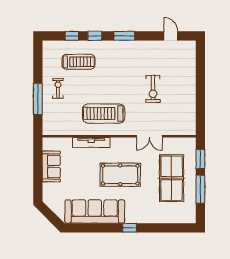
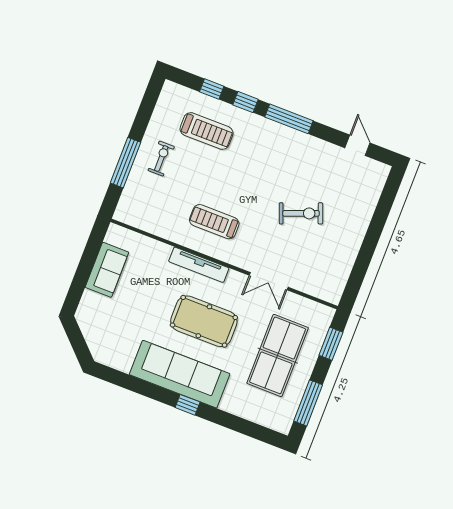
window: (124, 36) -> (289, 119), width x1.44
exercise bike: (153, 89) -> (301, 213), turned -111
treadmill: (104, 114) -> (214, 222), width x0.73, depth x0.73
tv unit: (91, 142) -> (199, 265), moved
window: (200, 189) -> (308, 403), moved
sofa: (95, 211) -> (180, 374), moved

